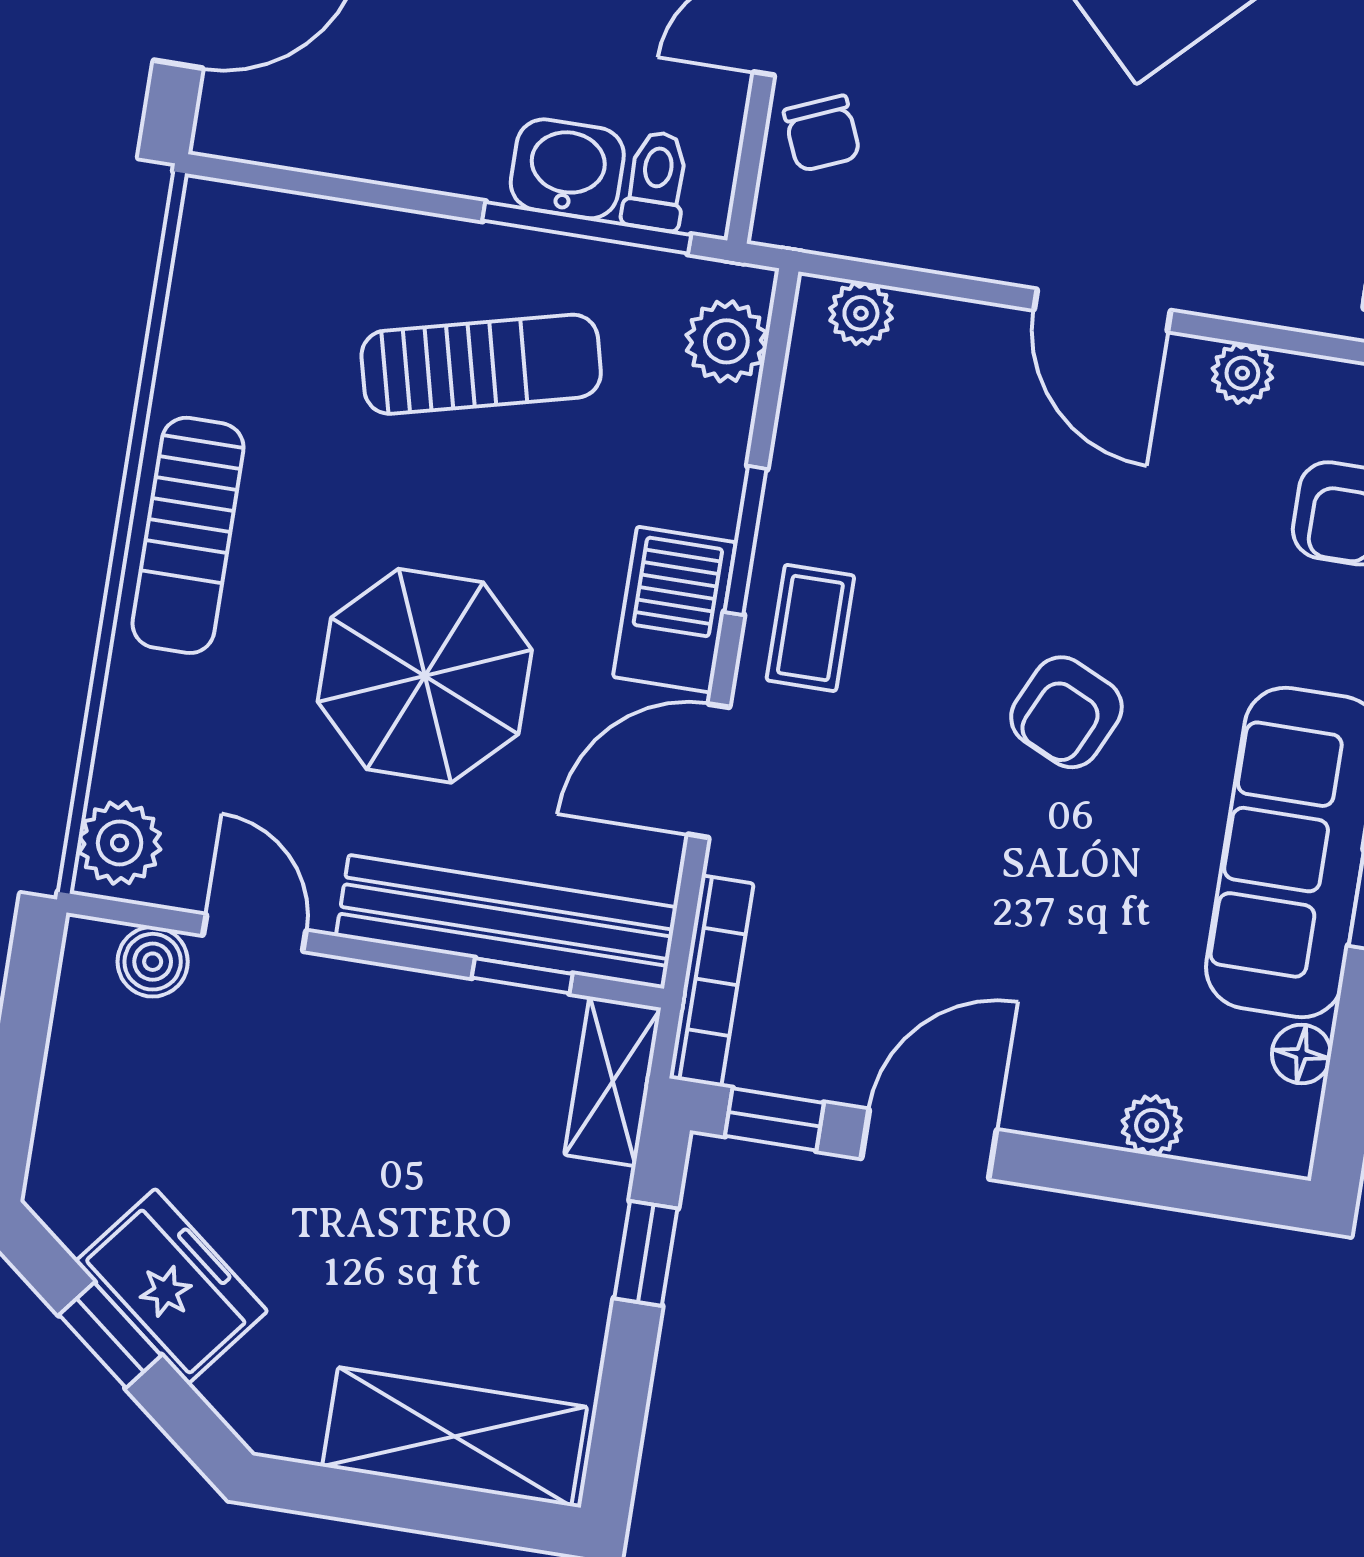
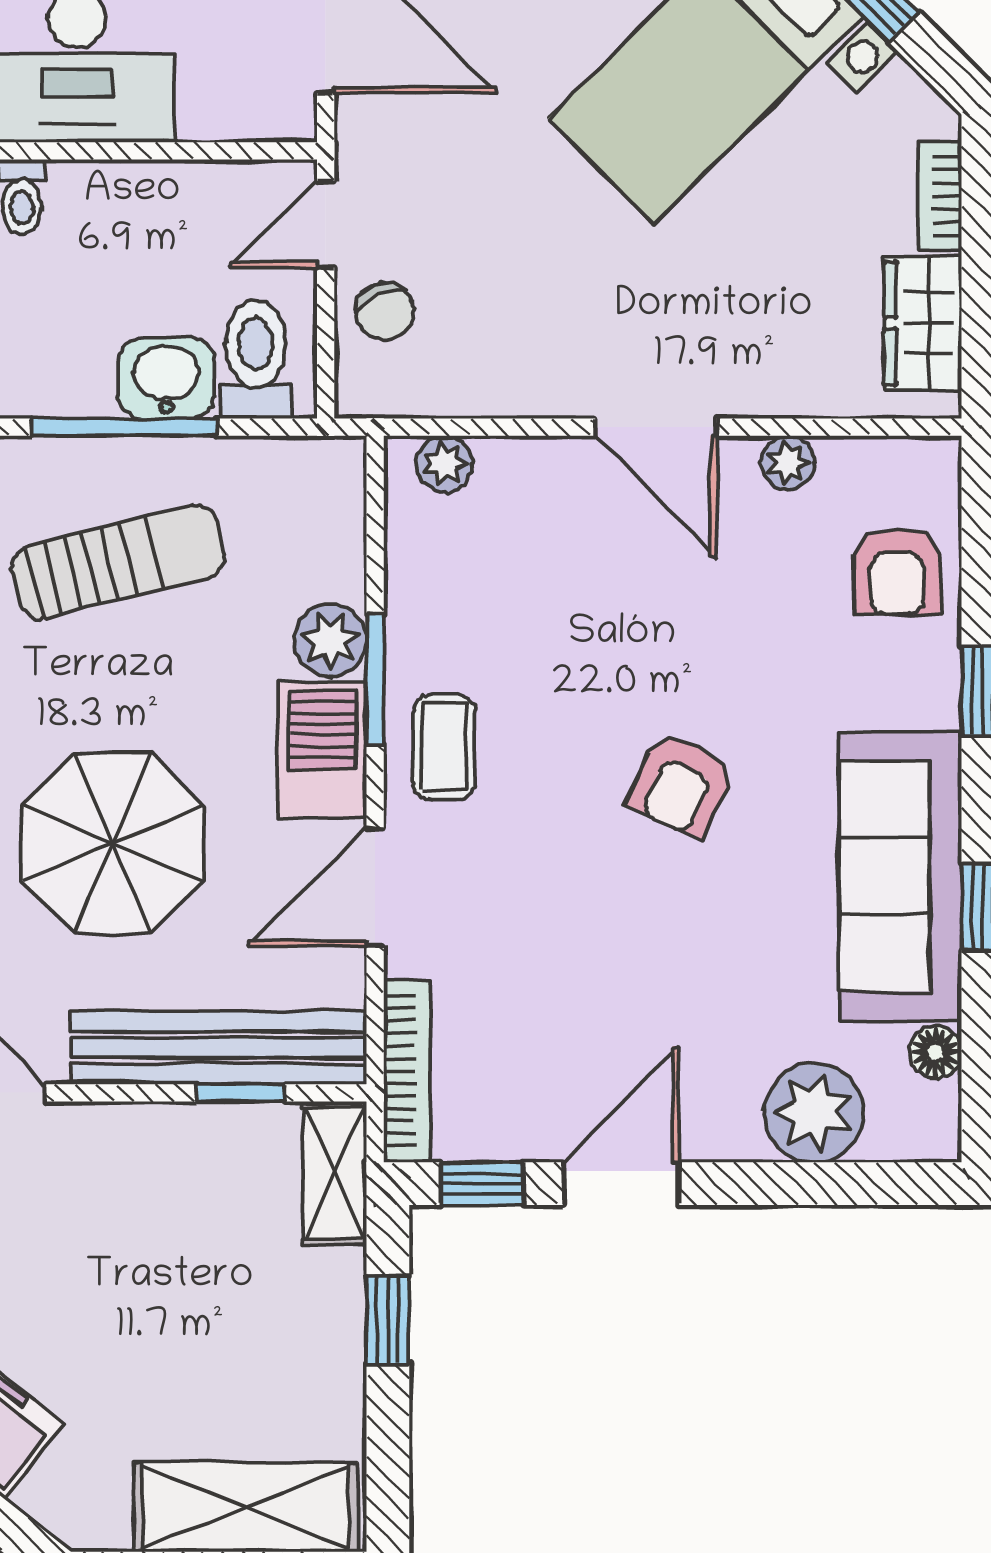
toilet: (656, 181) -> (256, 360), width x1.37, depth x1.39
window: (587, 228) -> (124, 427), moved
plant: (726, 341) -> (330, 640), moved
plant: (1152, 1125) -> (814, 1113), width x1.87, depth x1.87

